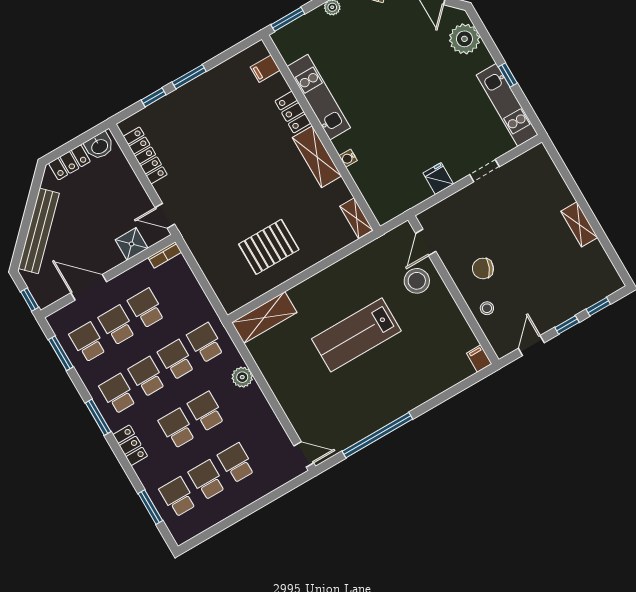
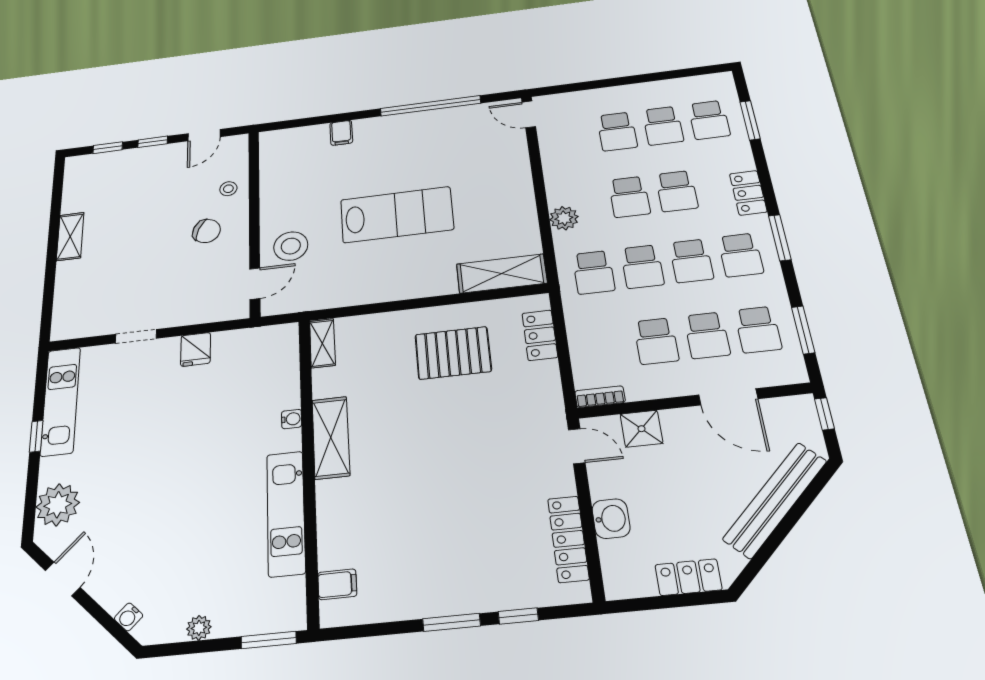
locker: (293, 112) -> (540, 335), moved, turned 180
washbasin: (99, 146) -> (611, 519), moved, turned 90
filing cabinet: (479, 359) -> (341, 133), moved

